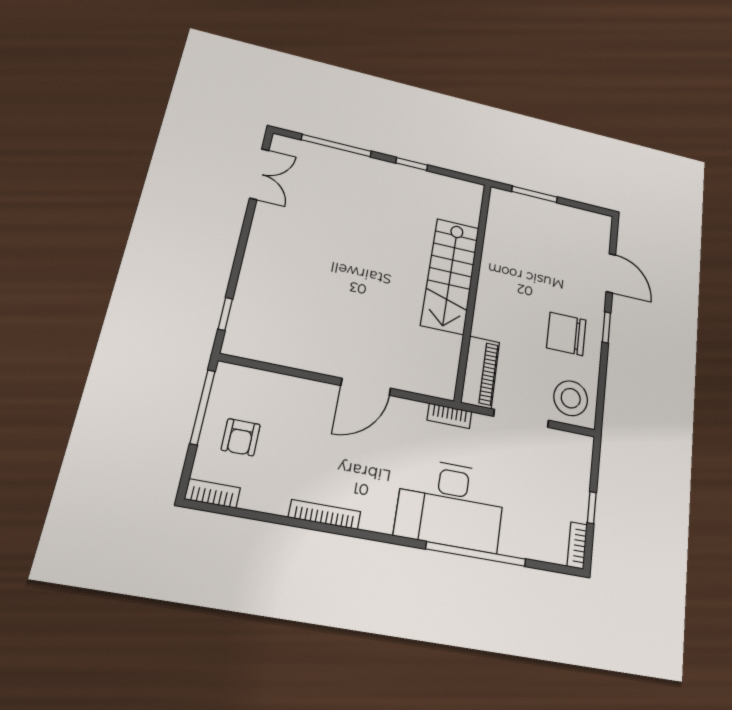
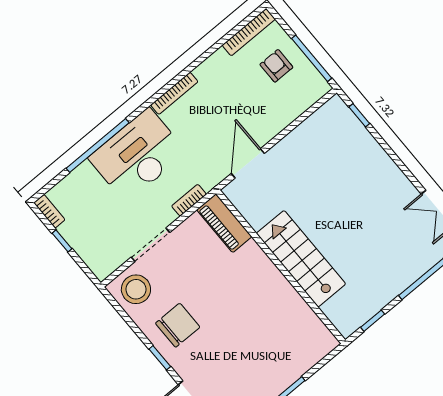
stairs: (450, 276) -> (301, 259), moved
wall: (473, 289) -> (281, 267), moved
piano: (480, 372) -> (224, 223), moved
bookcase: (213, 494) -> (249, 32), width x1.56
bookcase: (325, 515) -> (174, 93), moved

